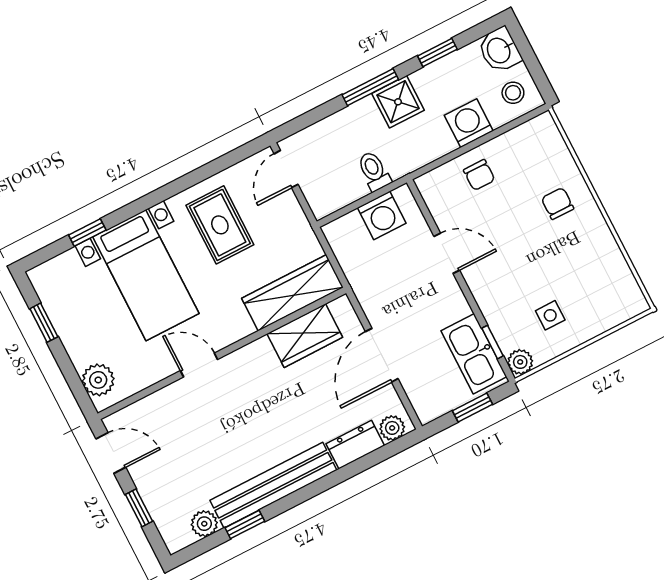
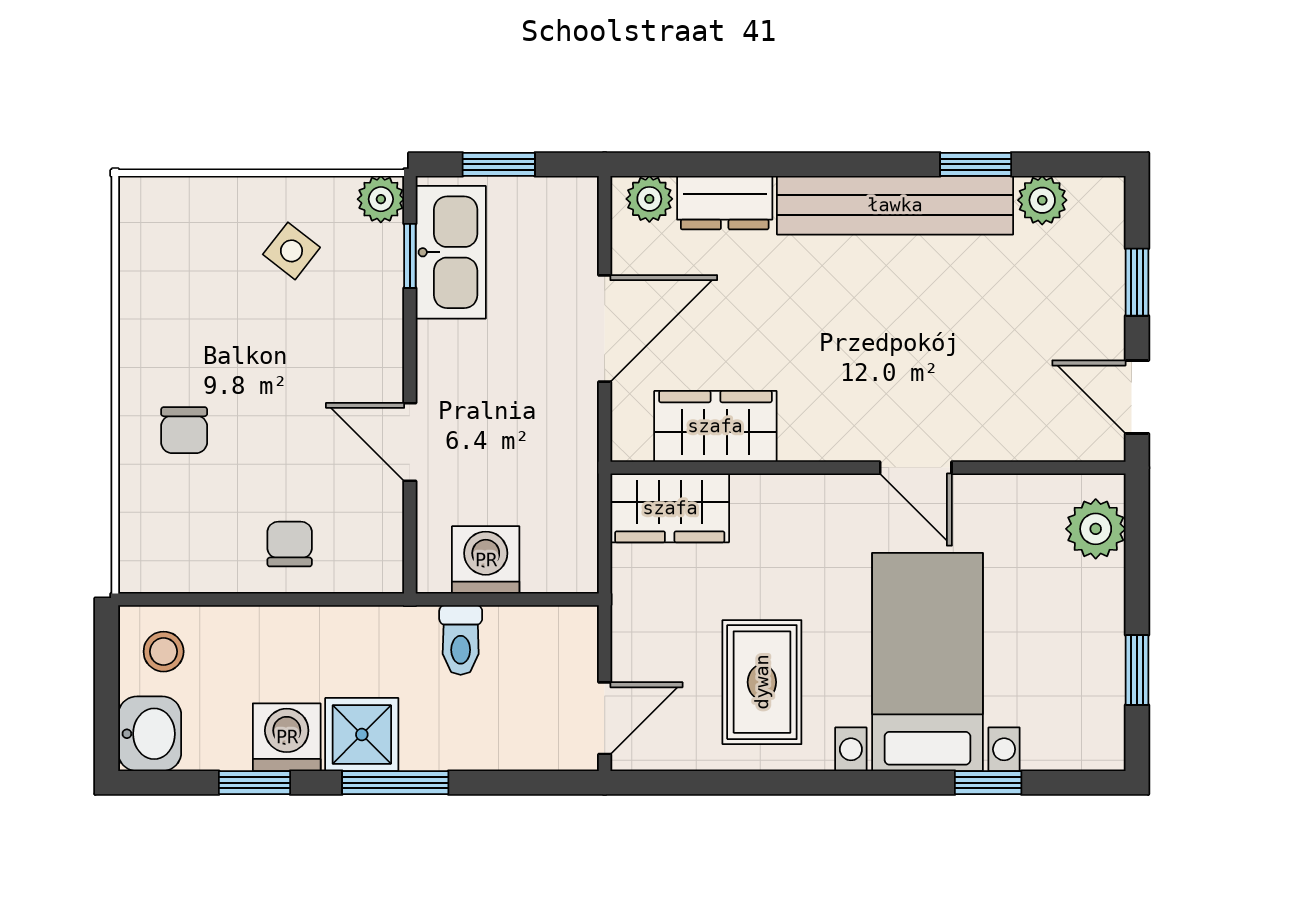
washing machine: (469, 123) -> (287, 737), moved, turned 180
wardrobe: (292, 293) -> (670, 508), width x0.67
side table: (550, 315) -> (291, 251), turned 38

